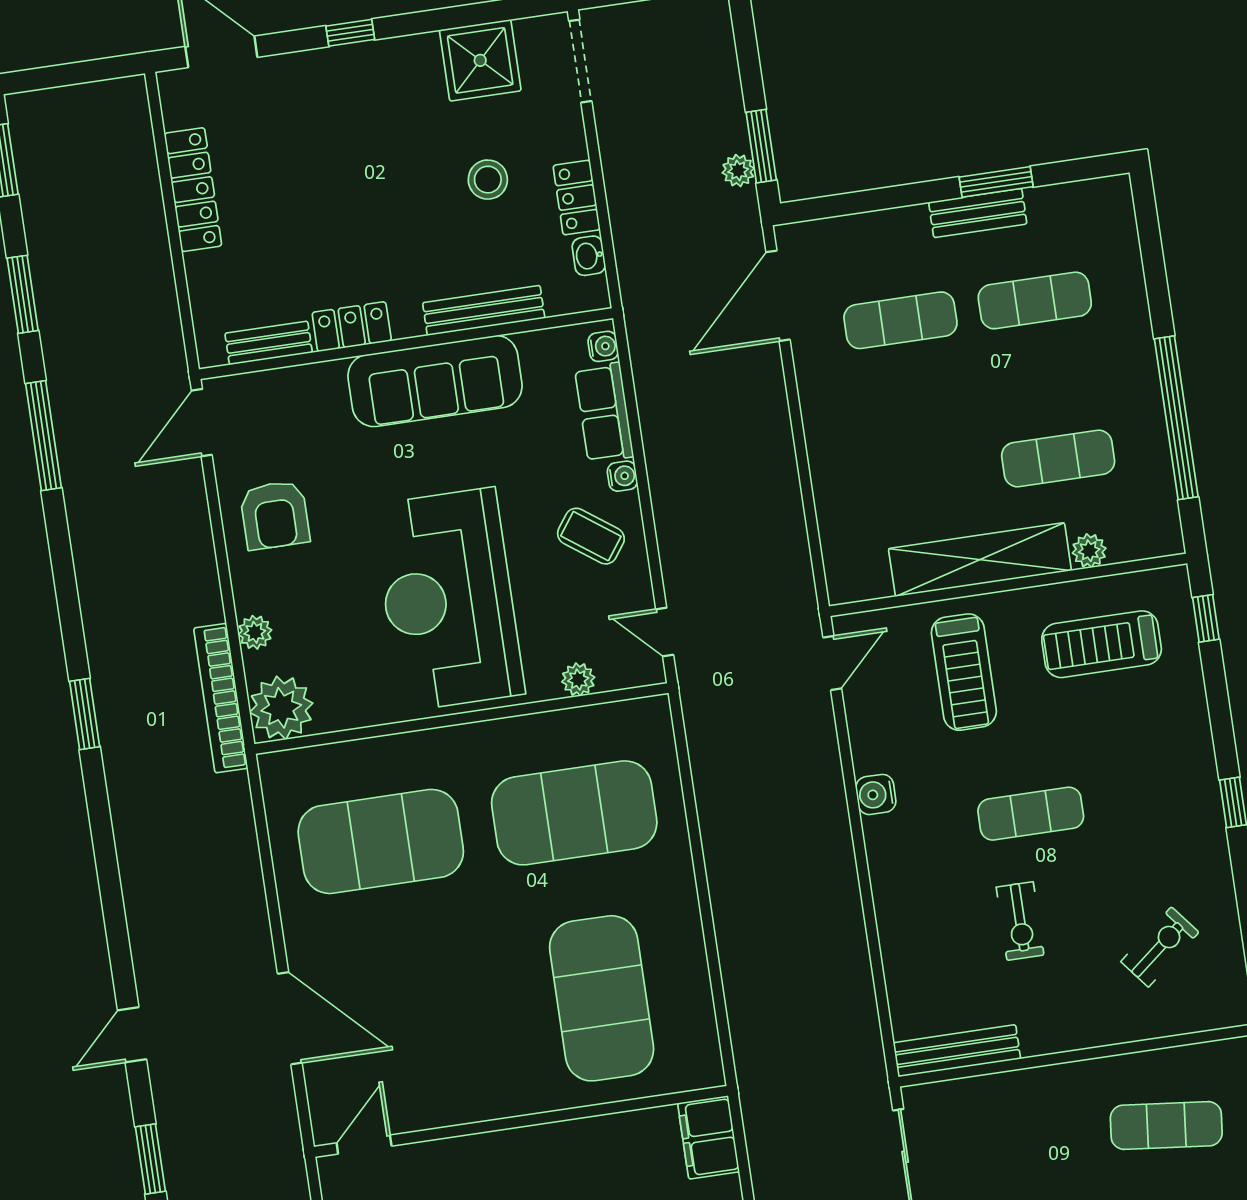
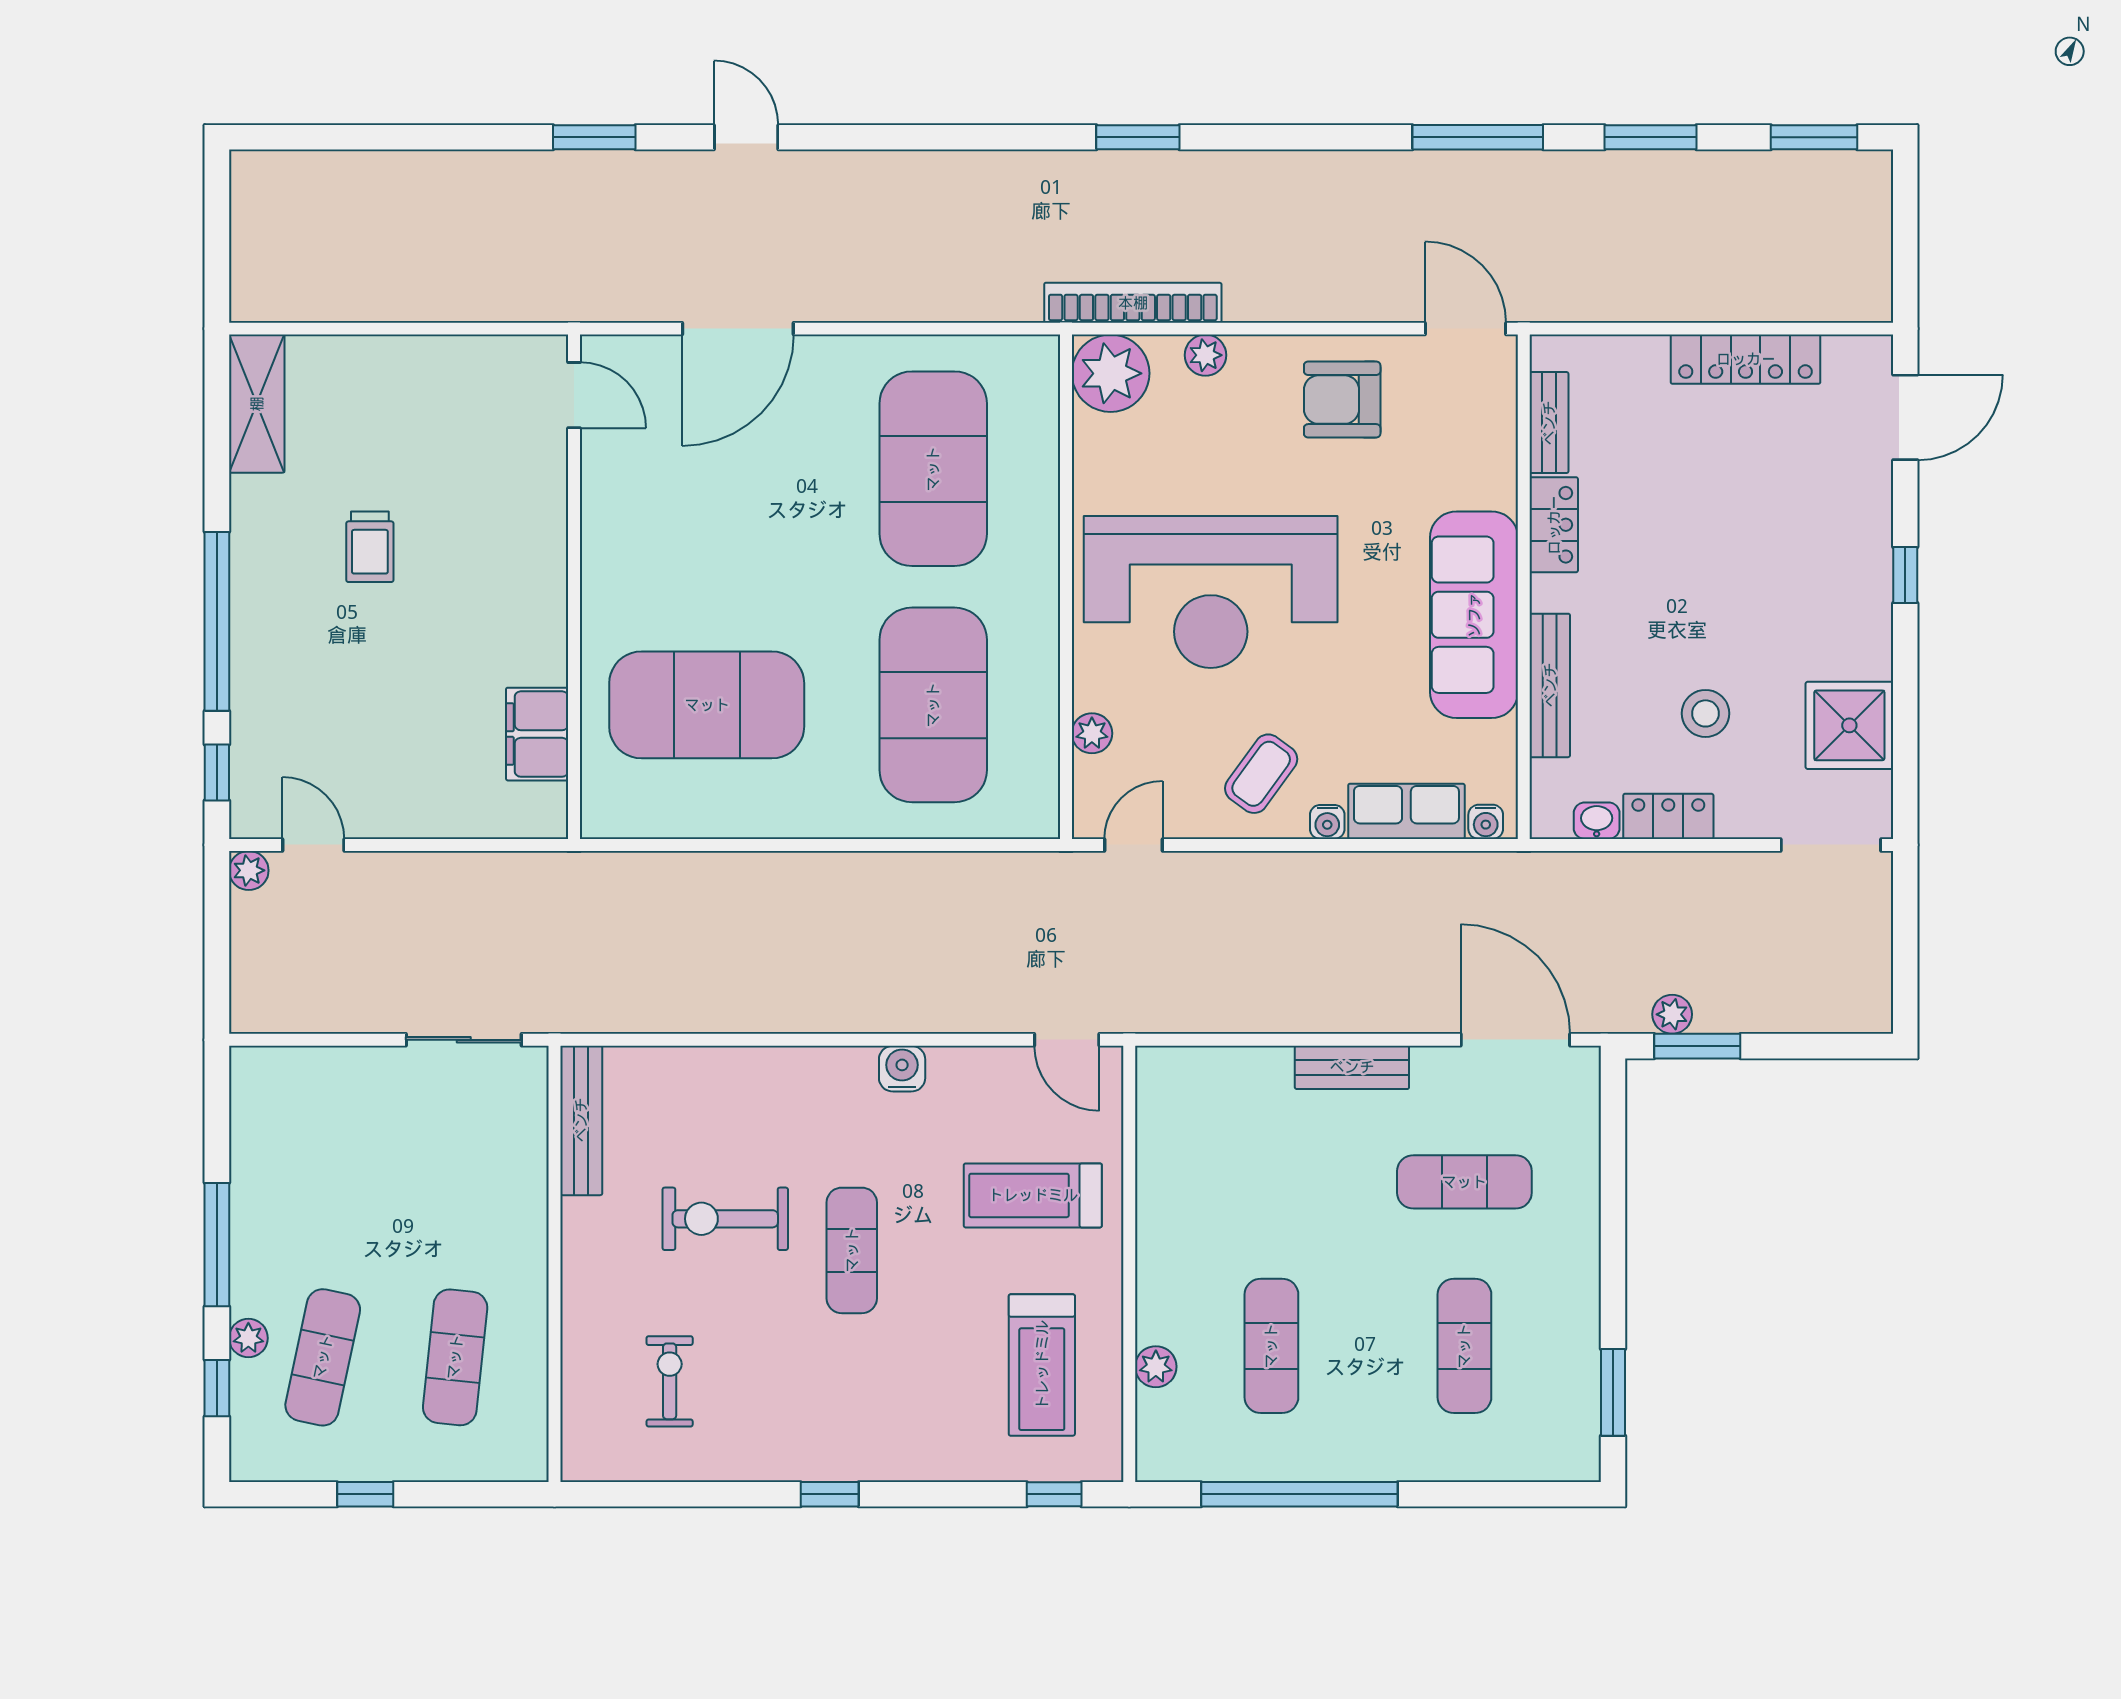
window: (996, 182) -> (1613, 1392), moved
bench: (978, 213) -> (1352, 1067), moved, turned 90
exercise mat: (900, 320) -> (1464, 1182), turned 90
shelving: (980, 560) -> (1164, 1235), removed
reception desk: (448, 599) -> (1211, 592), turned 180
treadmill: (1102, 644) -> (1042, 1365), turned 180
exercise bike: (1020, 921) -> (725, 1219), width x1.38, depth x1.39
exercise bike: (1160, 947) -> (670, 1381), turned -141
filing cabinet: (708, 1137) -> (537, 734), moved, turned -90

